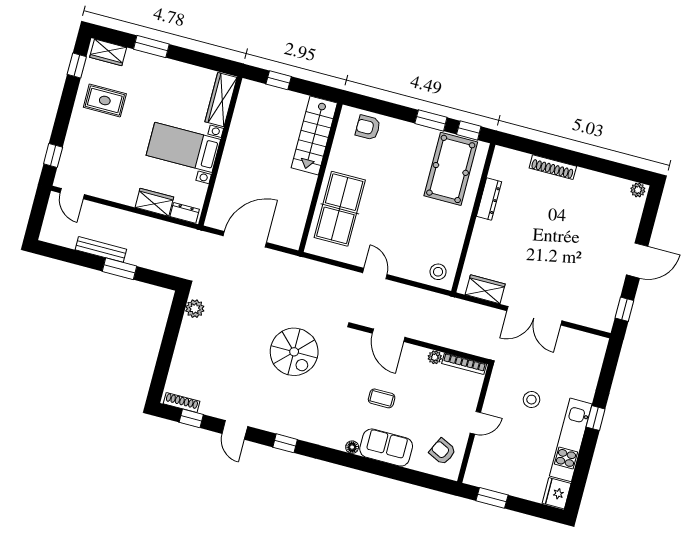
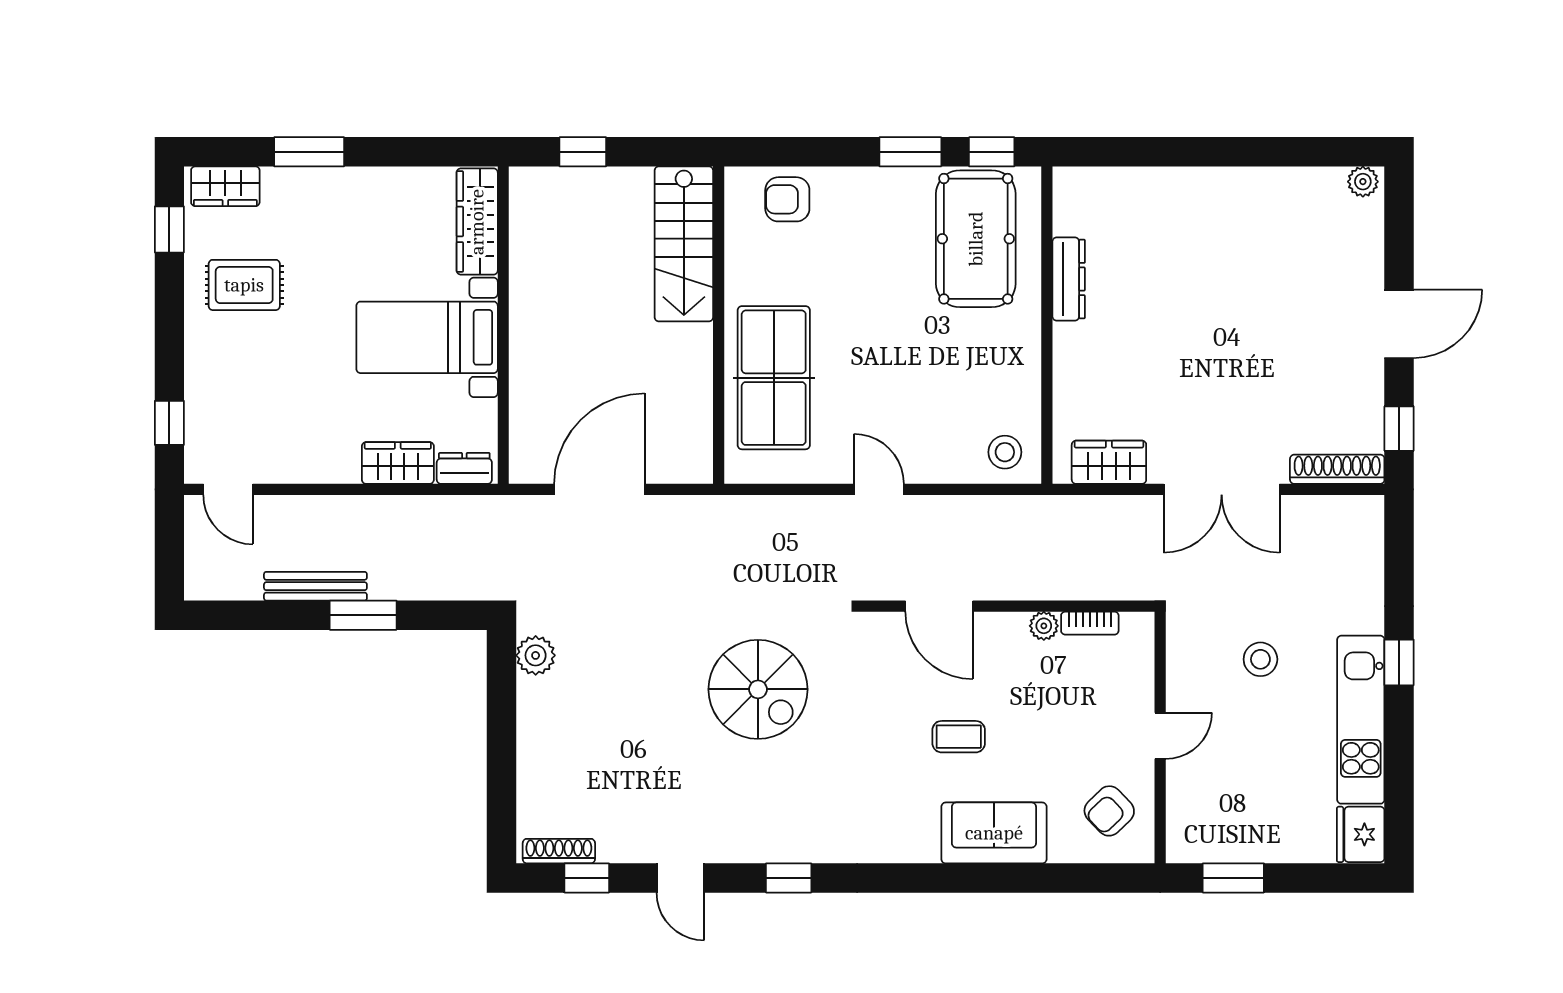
shoe rack: (553, 167) -> (1337, 469), moved, turned 180
bookcase: (464, 364) -> (1090, 623), width x0.64
floor lamp: (352, 447) -> (925, 850), removed
armchair: (442, 451) -> (1109, 811), turned -70

